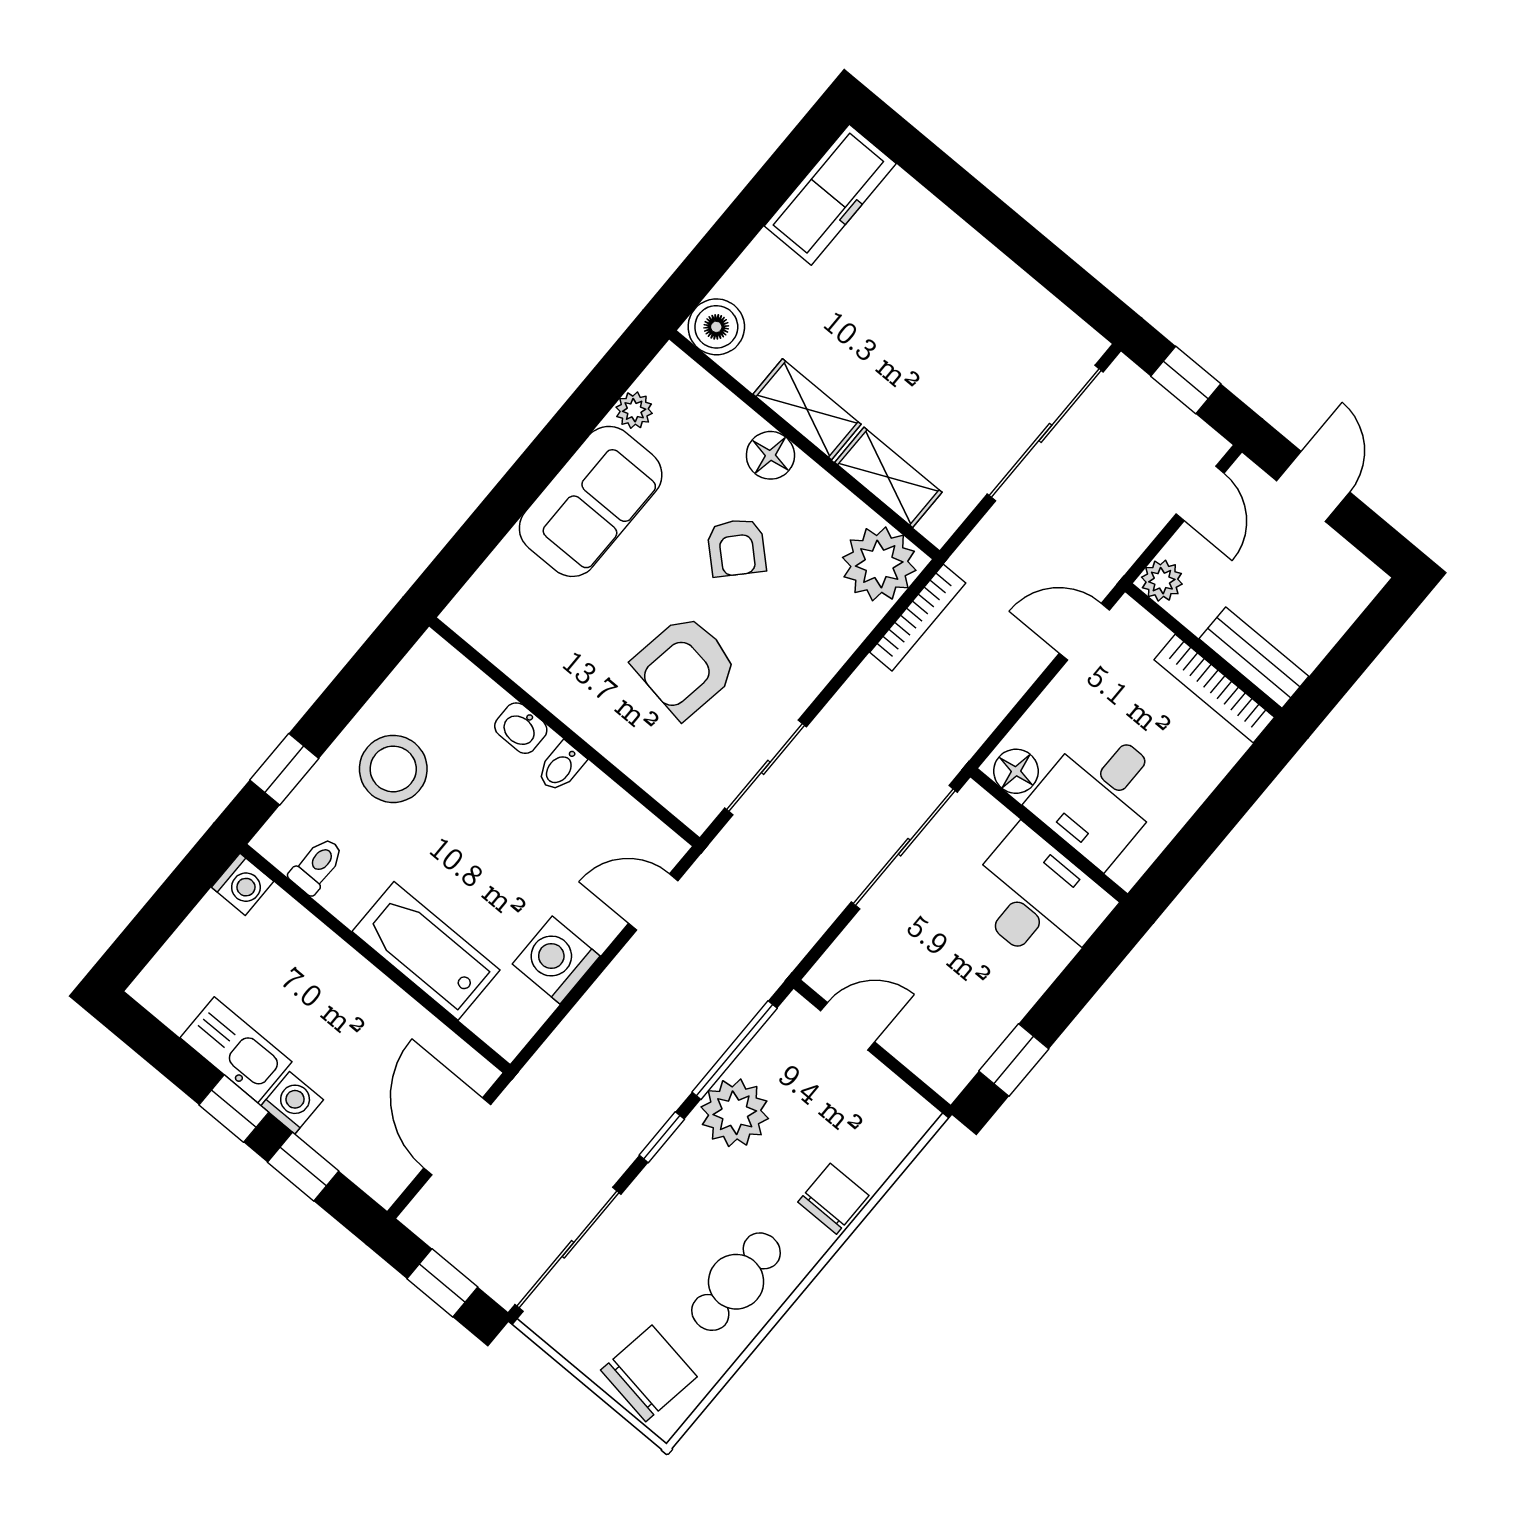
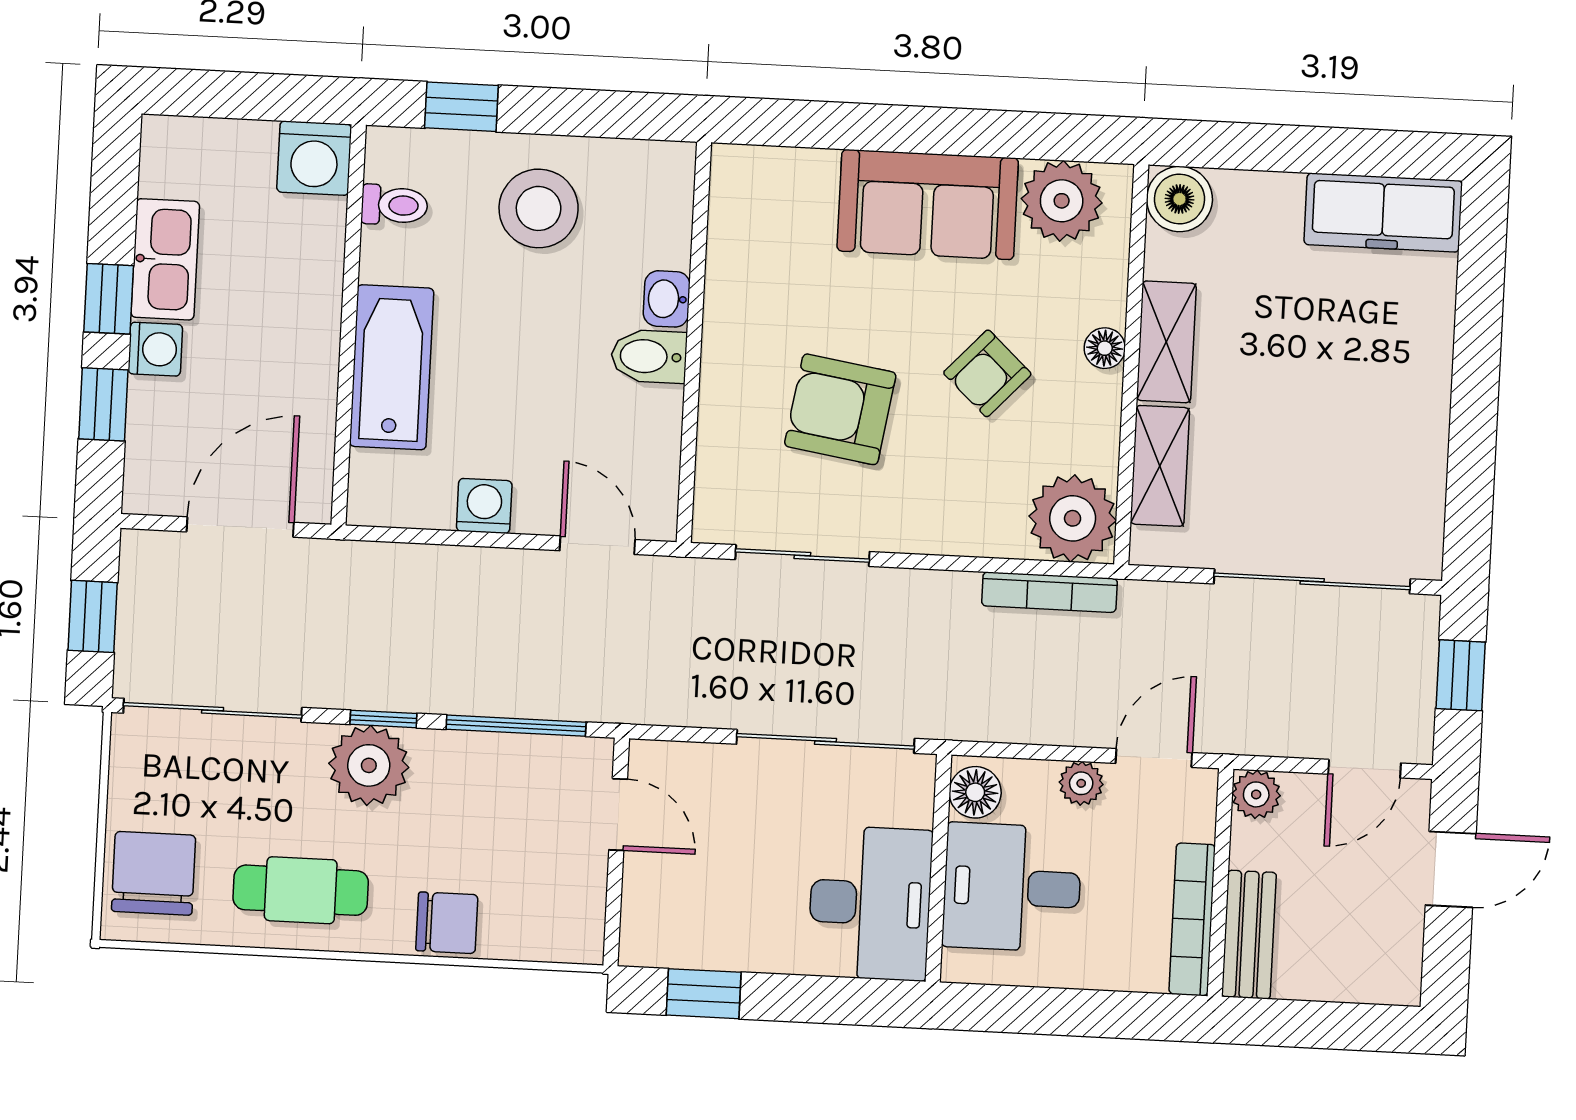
plant: (634, 410) -> (1062, 201), width x1.88, depth x1.88
floor lamp: (770, 455) -> (1105, 348), width x0.73, depth x0.73
door: (1084, 632) -> (1154, 758), hinge flipped
plant: (1064, 694) -> (1081, 783), added
bidet: (561, 767) -> (649, 356), width x1.38, depth x1.36
washing machine: (243, 884) -> (314, 158), width x1.38, depth x1.38
washing machine: (556, 960) -> (484, 506), width x0.73, depth x0.73
plant: (735, 1113) -> (369, 765), moved
chair: (649, 1373) -> (154, 873), turned -99

